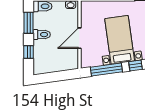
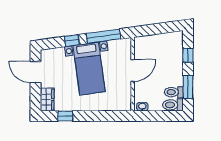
toilet: (42, 35) -> (174, 92), moved

